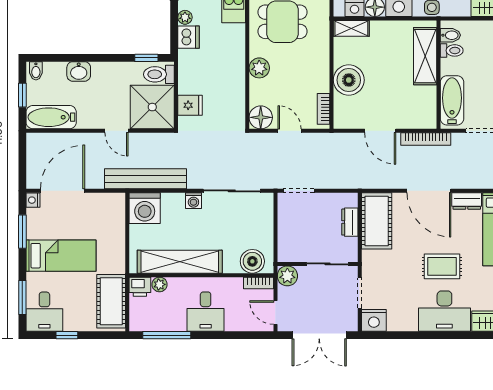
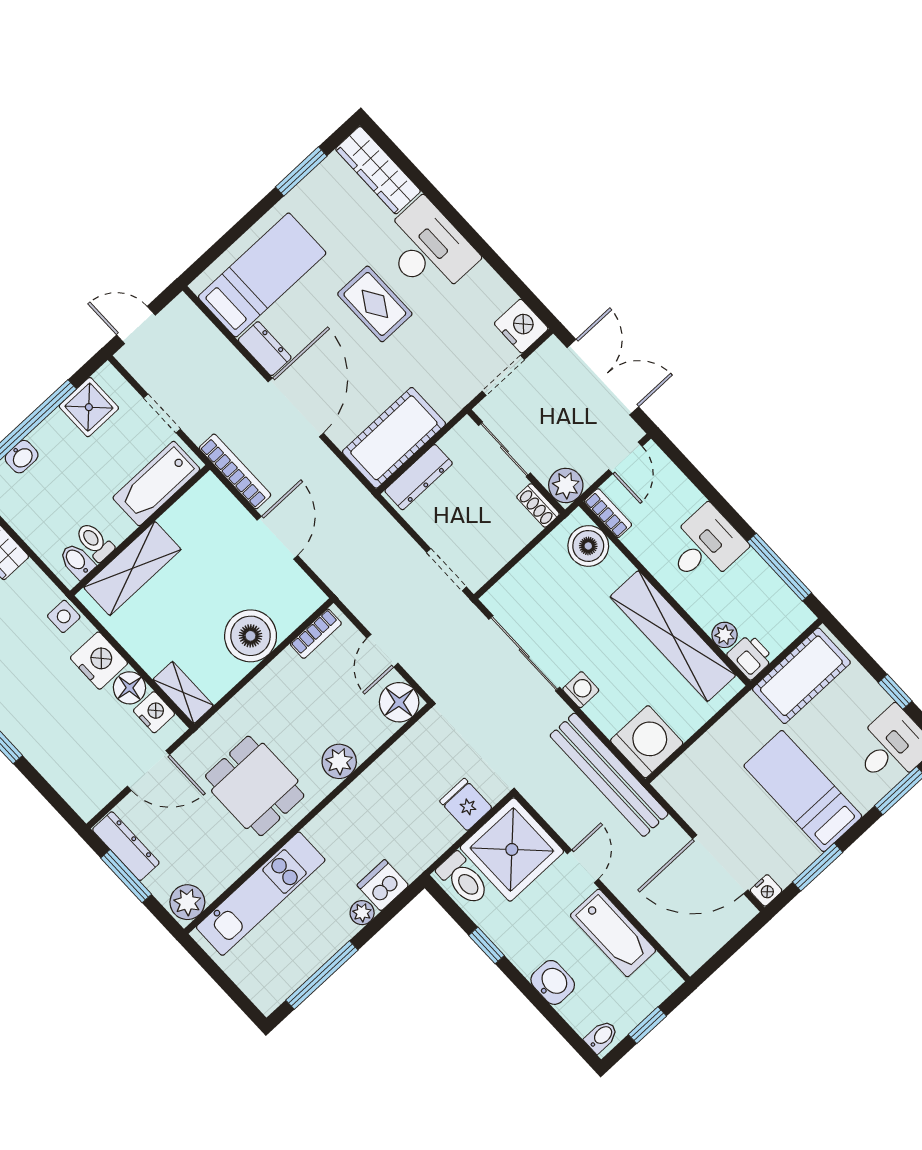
window: (146, 58) -> (487, 945), moved
bathtub: (51, 117) -> (613, 933), moved
dresser: (350, 222) -> (419, 477), width x1.44
shoe rack: (290, 256) -> (538, 505), added

